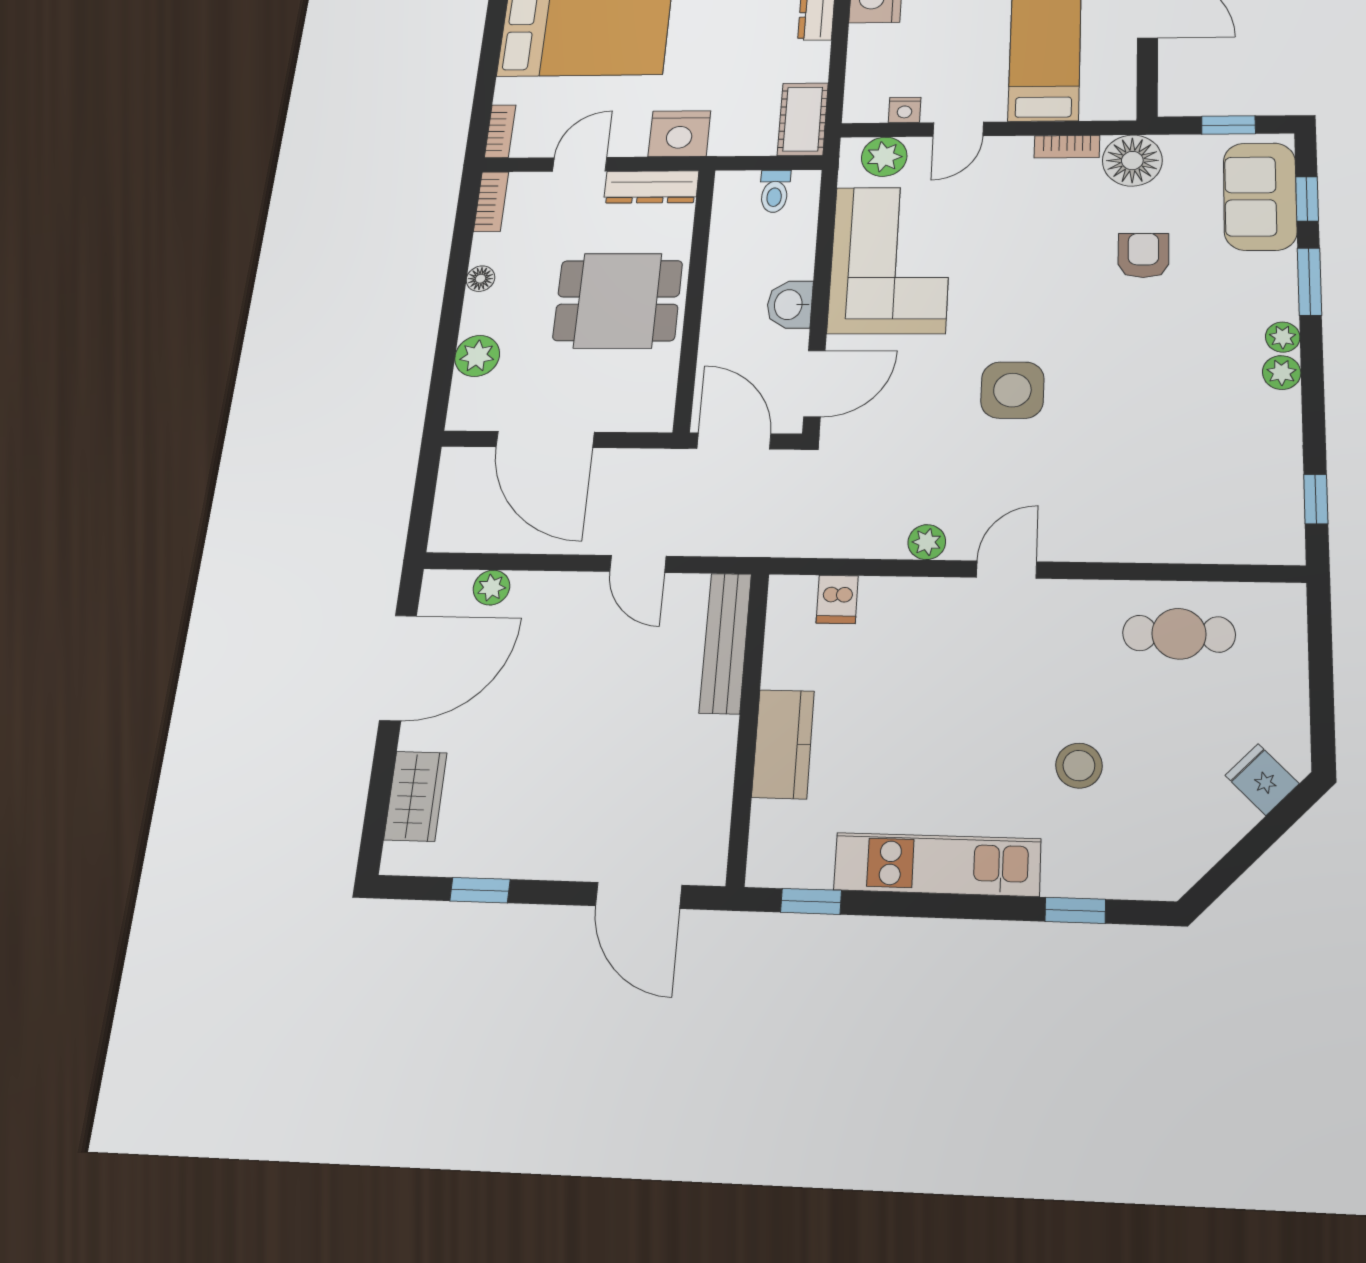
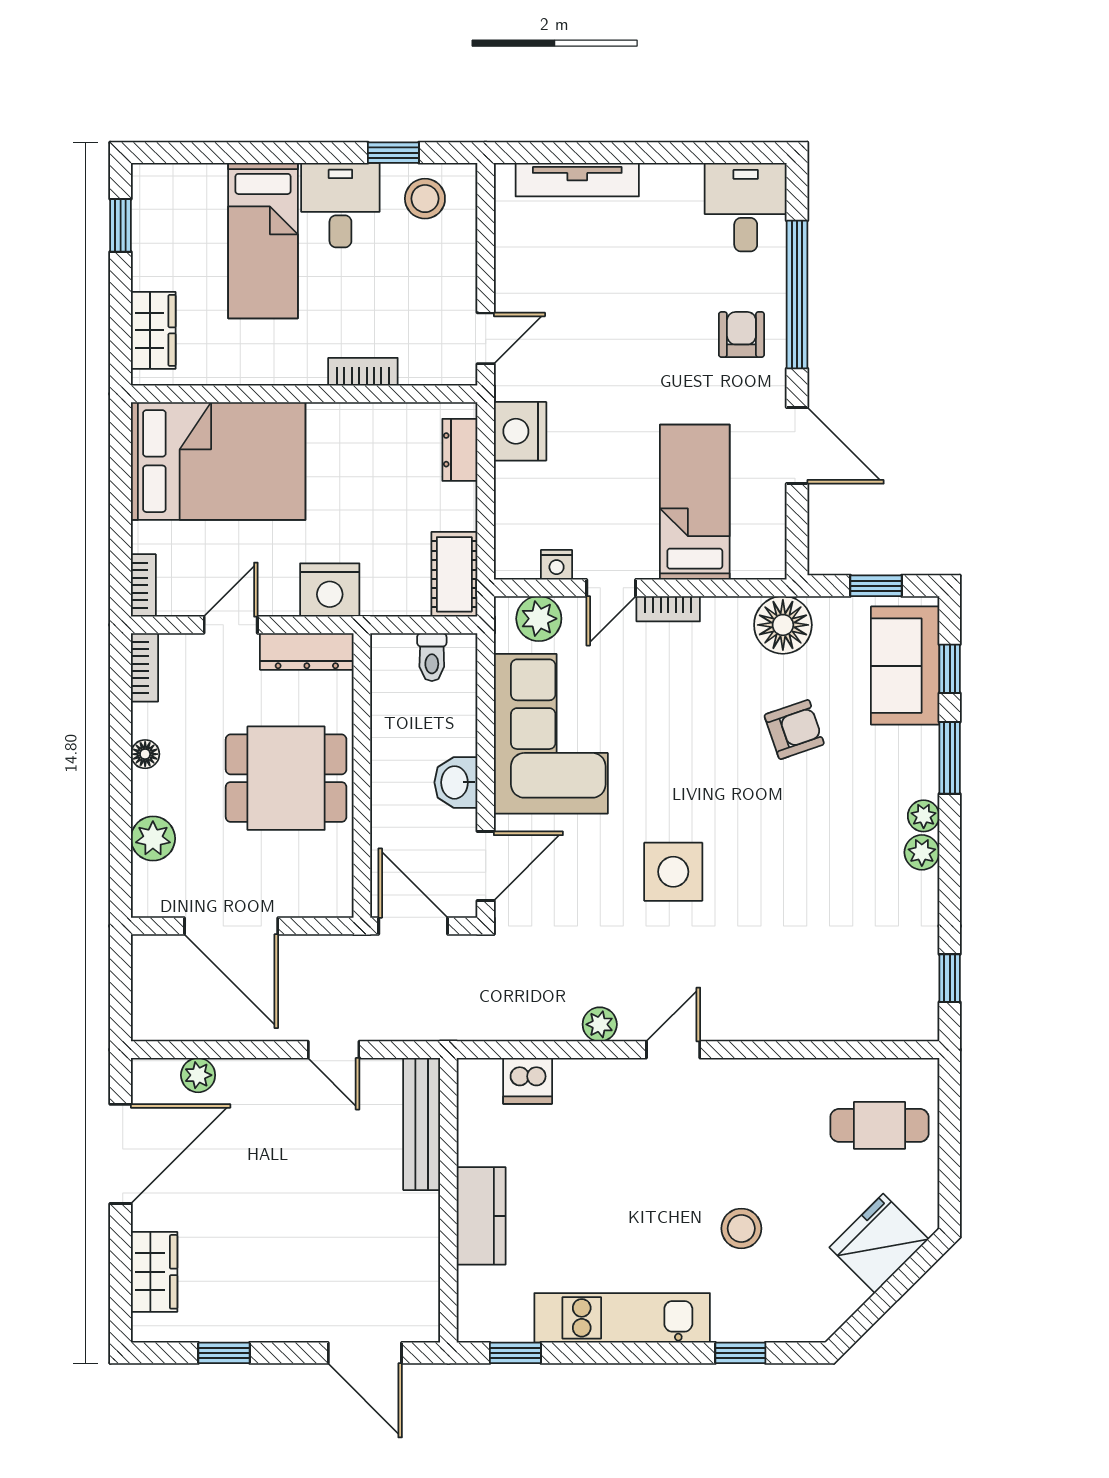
bookcase: (1067, 147) -> (668, 609), moved
armchair: (1143, 255) -> (794, 730), turned 71
dishwasher: (837, 599) -> (528, 1081), width x1.38
cafe table: (1179, 634) -> (879, 1125), moved
fridge: (1262, 779) -> (879, 1243), width x1.88, depth x1.34

